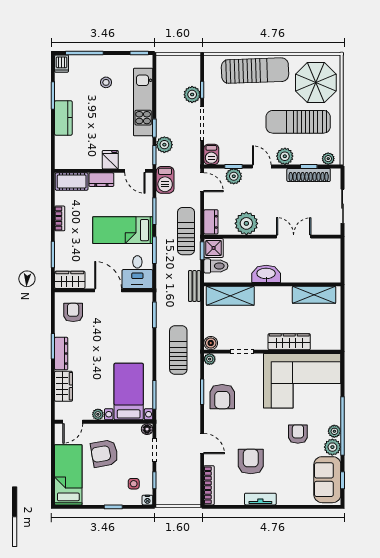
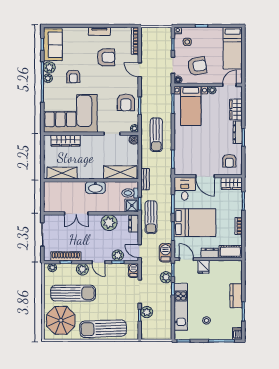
bed: (123, 230) -> (195, 223), width x1.50
wardrobe: (289, 342) -> (66, 141), moved
armchair: (222, 397) -> (126, 102), turned 180
armchair: (104, 453) -> (197, 66), moved
armchair: (251, 462) -> (106, 57), turned -90

